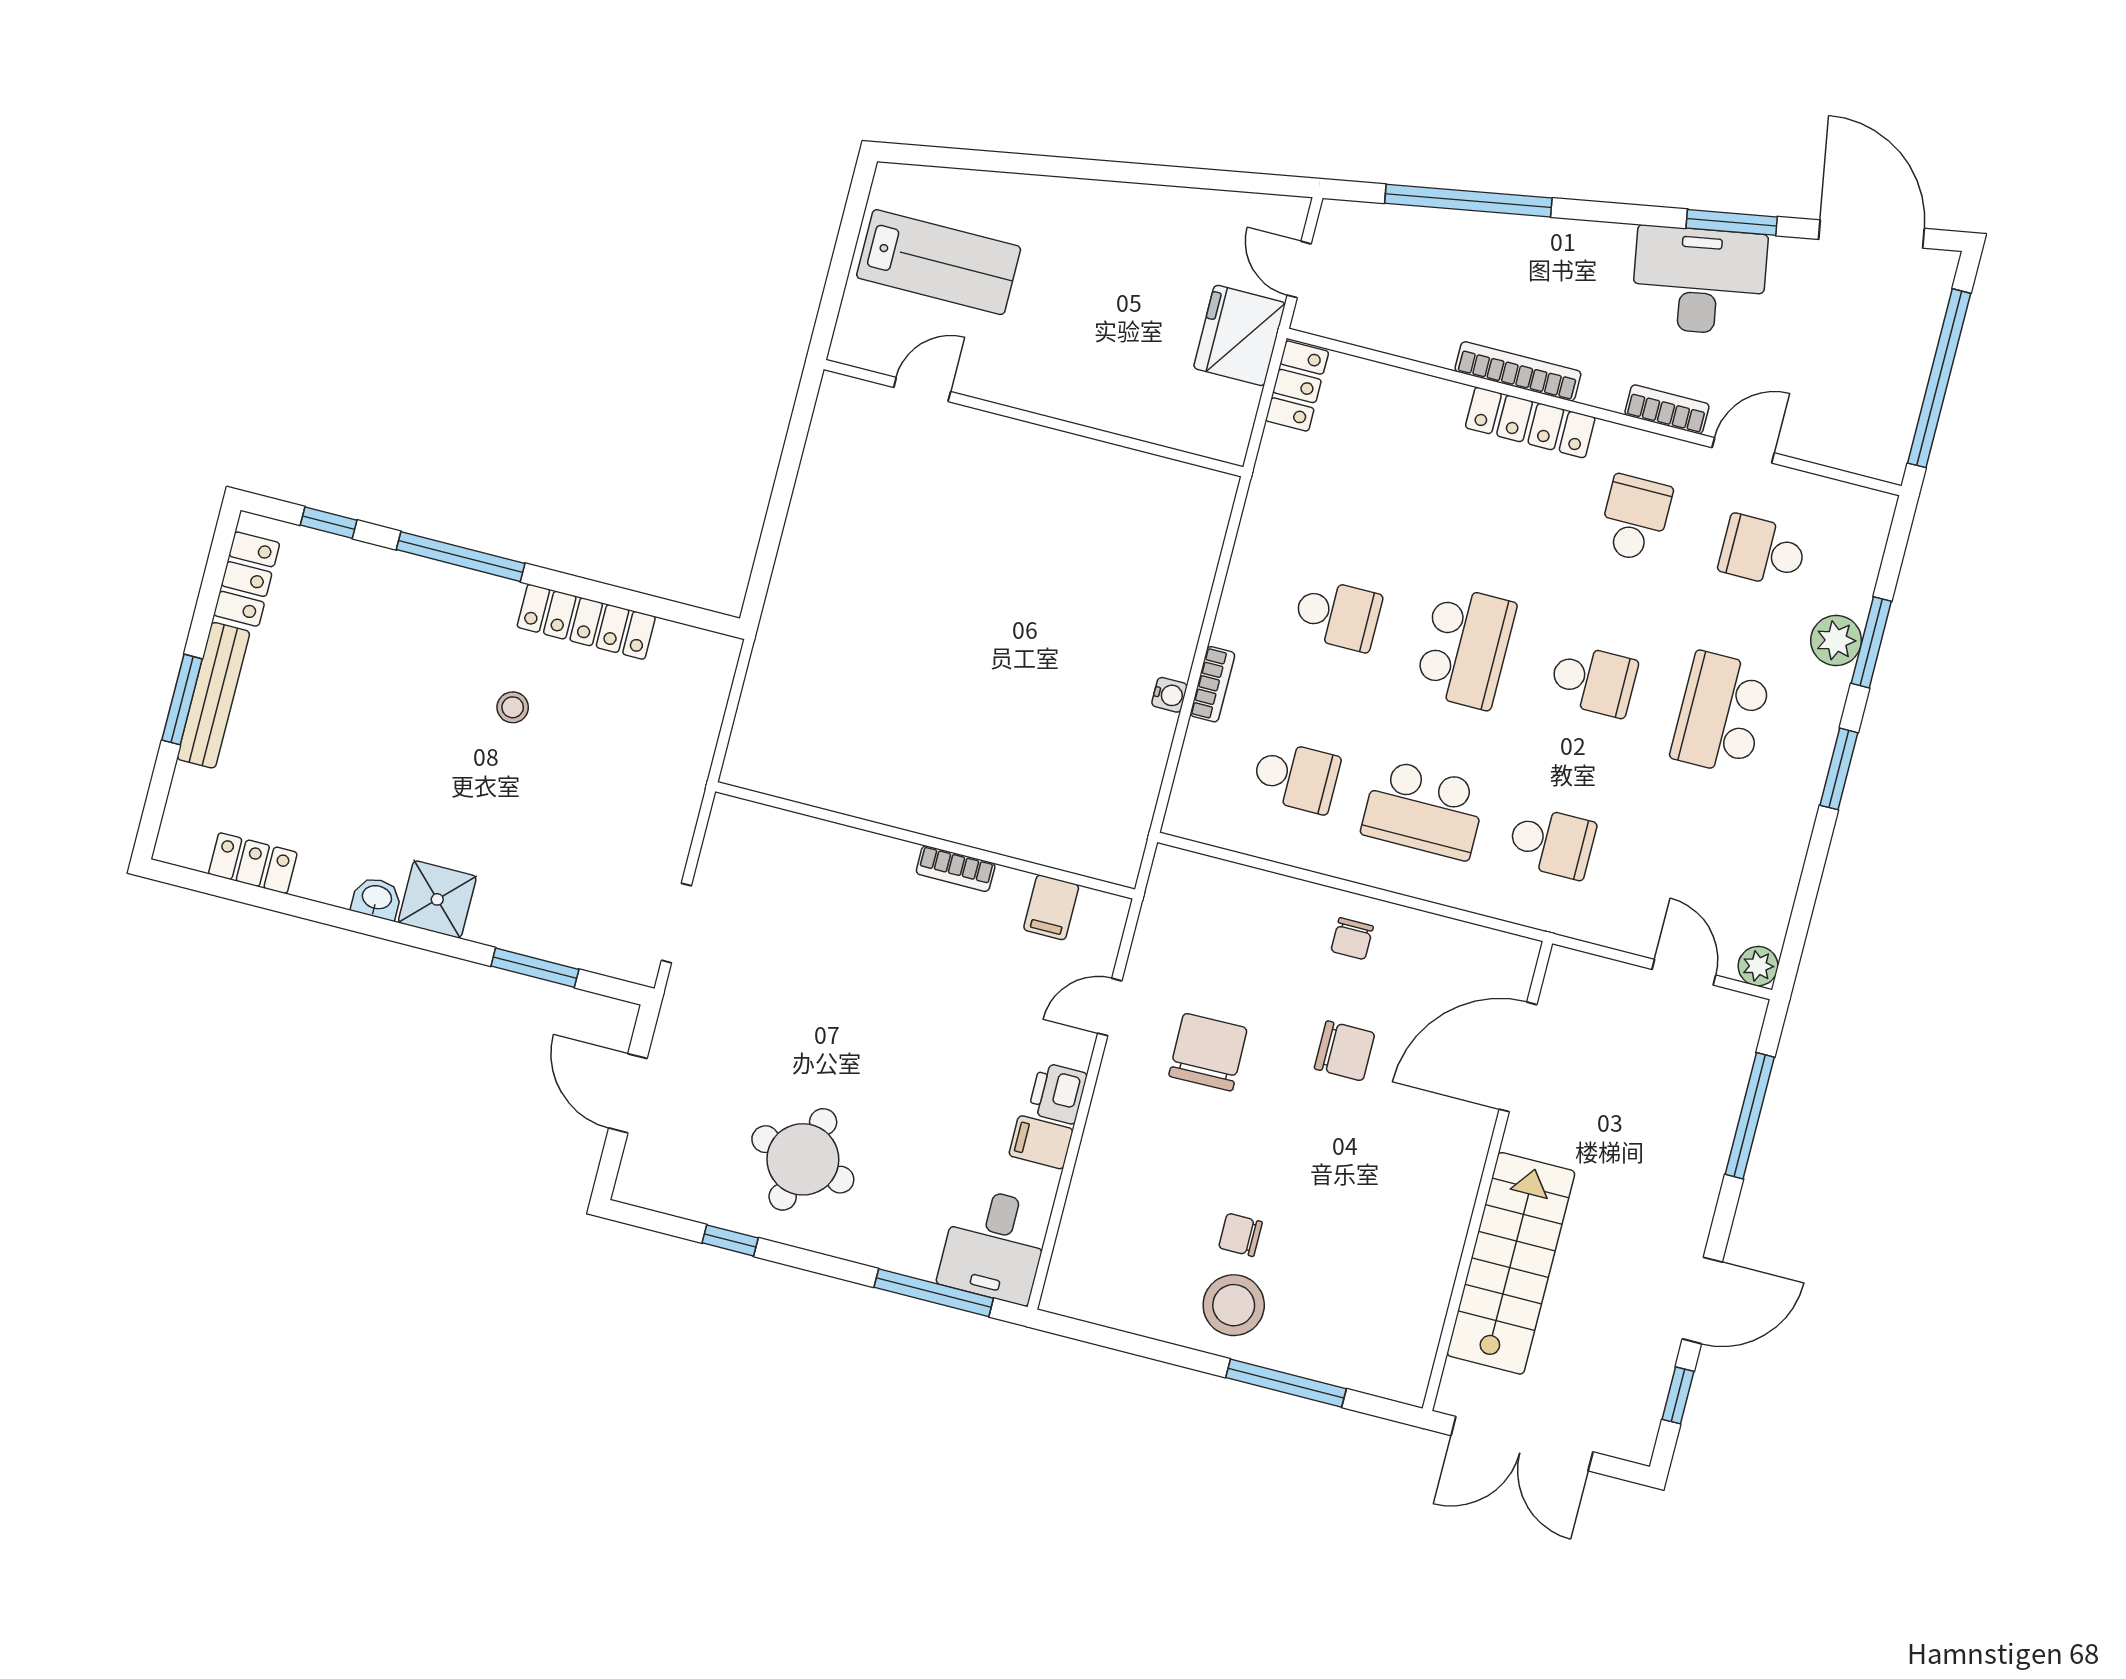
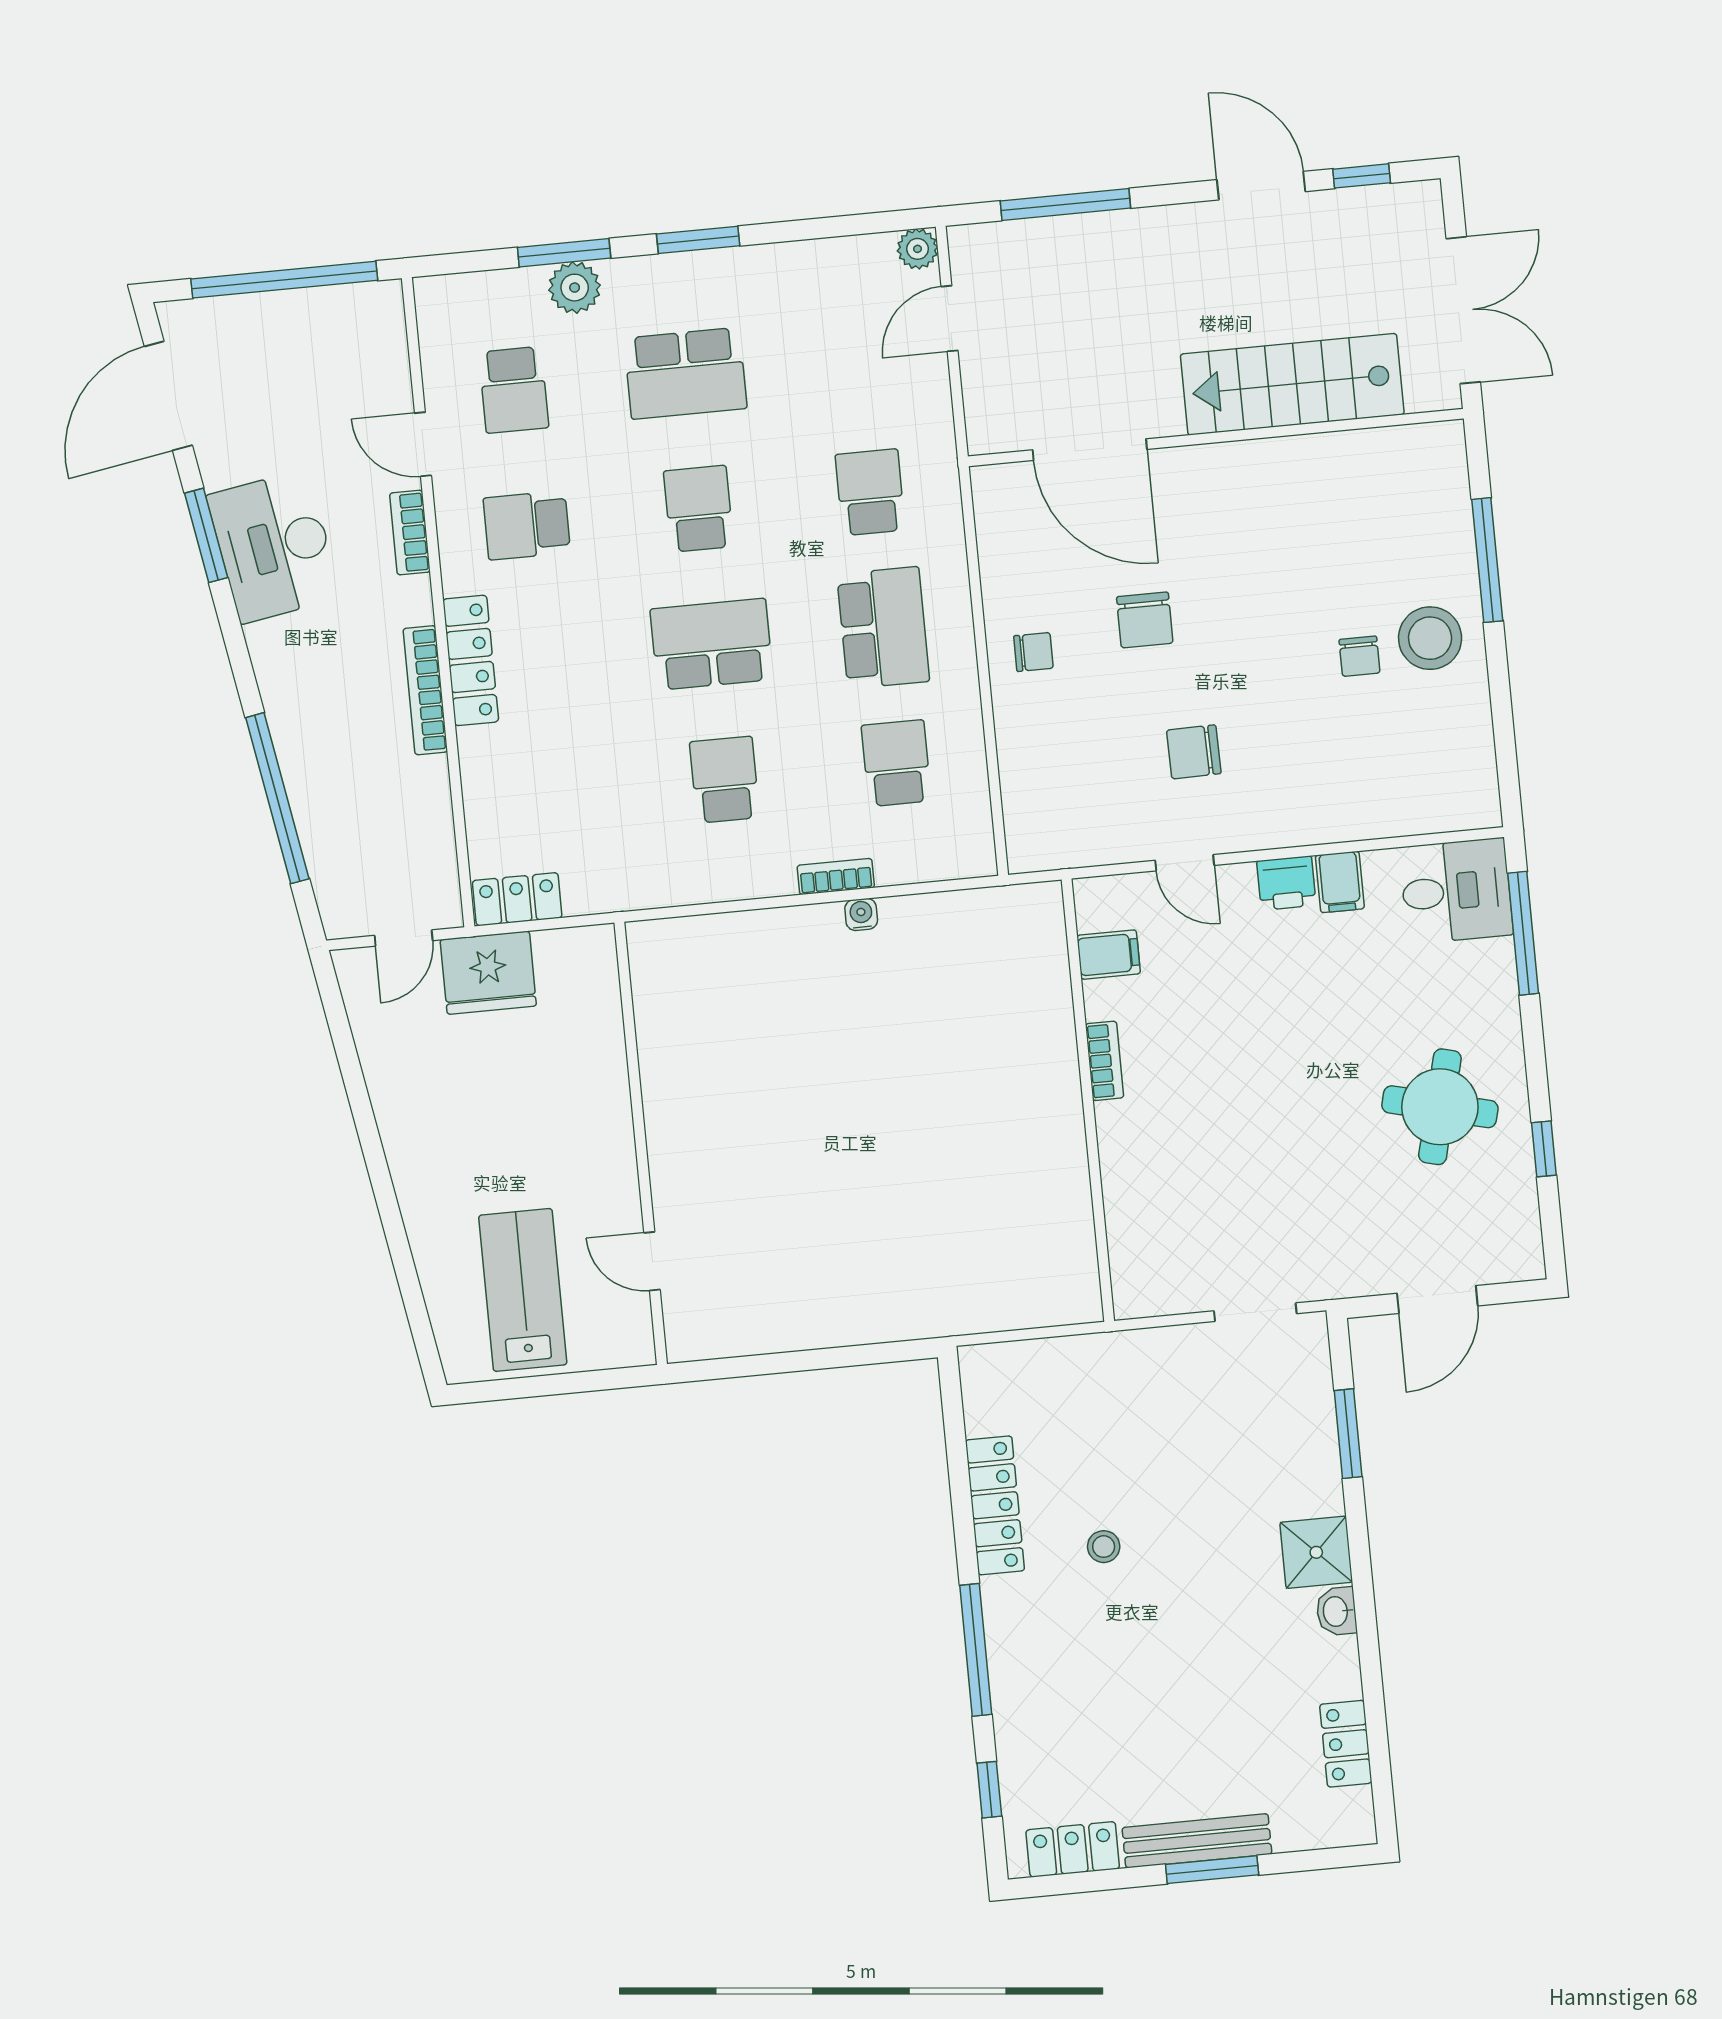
chair: (1345, 1051) -> (1145, 620), turned 180
chair: (1208, 1052) -> (1194, 752), width x0.73, depth x0.73

